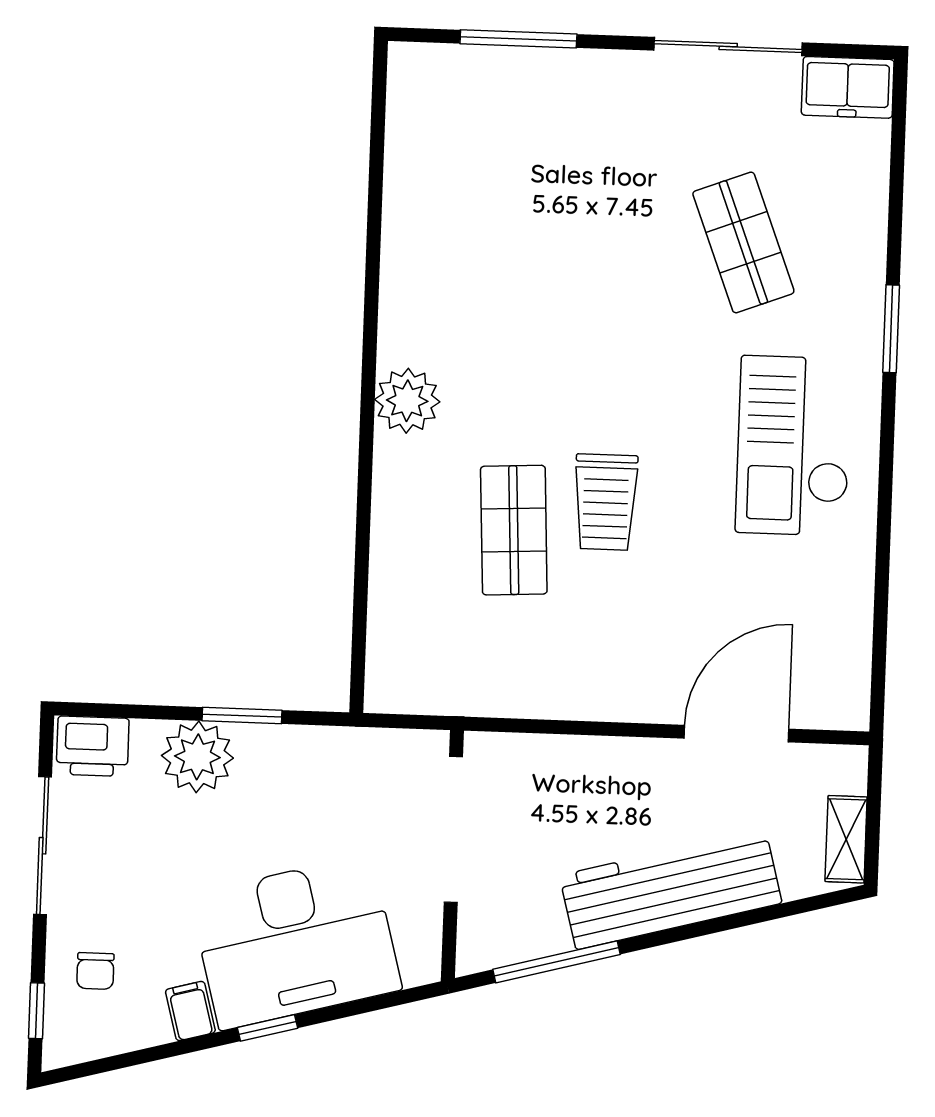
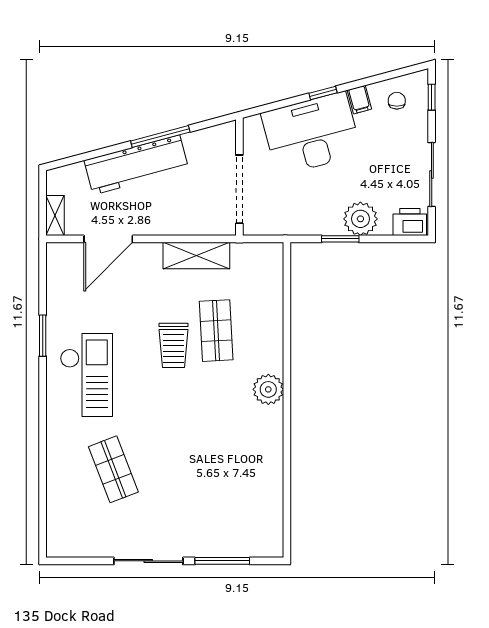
sliding door: (728, 47) -> (148, 561), moved
freezer: (848, 87) -> (67, 544), removed
window: (891, 329) -> (43, 336), moved
trolley: (606, 502) -> (174, 345), turned 180
shelving: (550, 691) -> (196, 256), added
shelving: (846, 839) -> (55, 215), moved
window: (557, 962) -> (160, 136), moved
chair: (95, 971) -> (397, 101), moved

